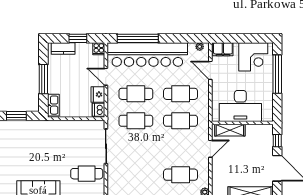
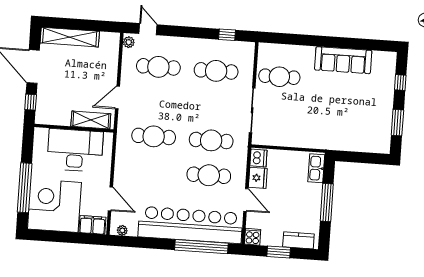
corner desk: (253, 57) -> (54, 206), width x1.36, depth x1.36
cafe table: (181, 94) -> (216, 71), moved
window: (16, 116) -> (365, 158), removed

